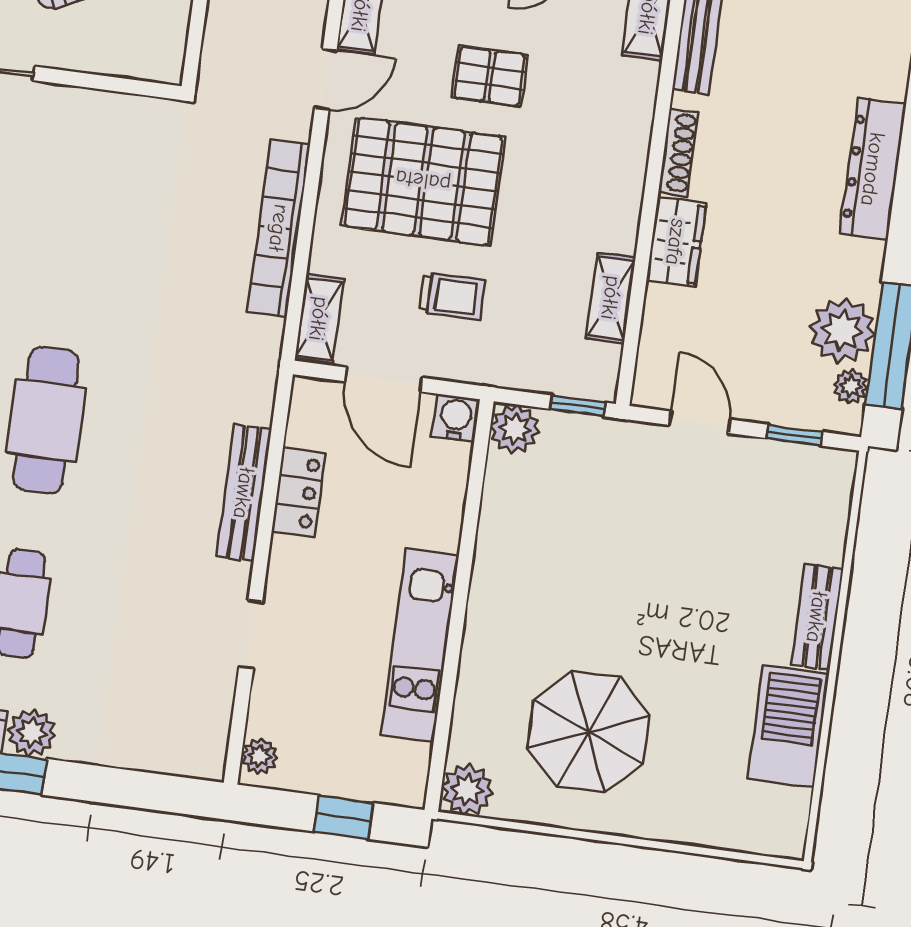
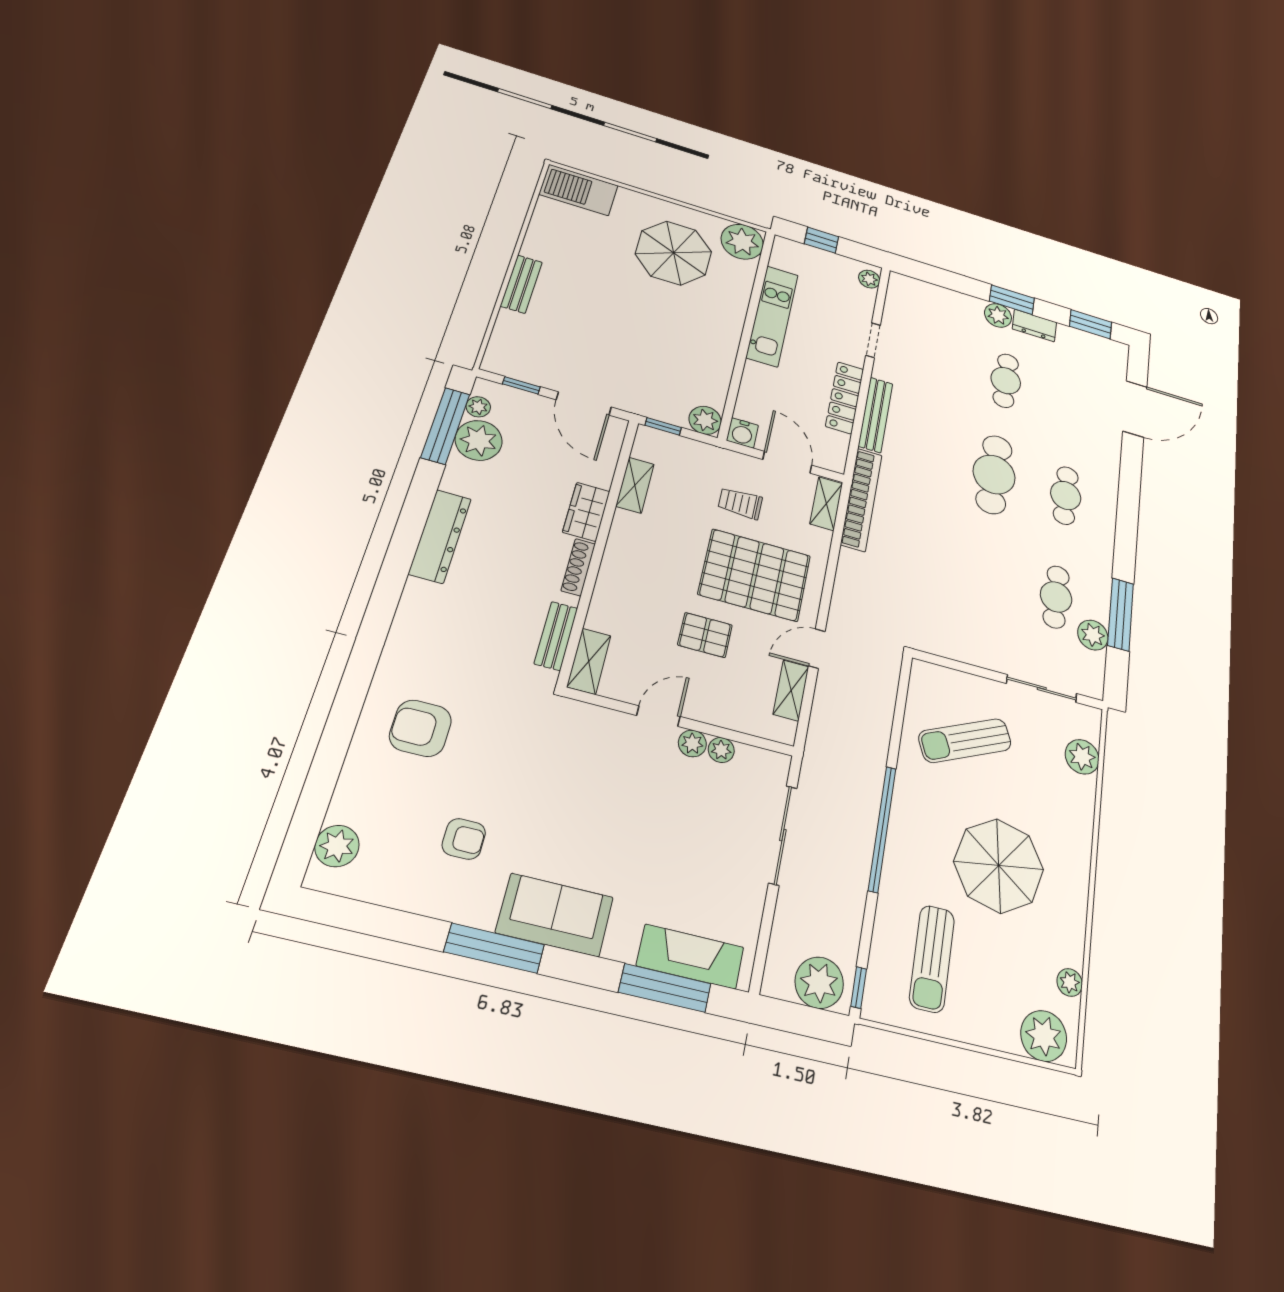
bookcase: (279, 228) -> (861, 499), moved
door: (700, 422) -> (584, 403), width x1.38
locker: (299, 492) -> (845, 398), width x1.53
barbecue: (789, 726) -> (579, 190), moved, turned 90
plant: (467, 790) -> (742, 242), width x1.36, depth x1.36

